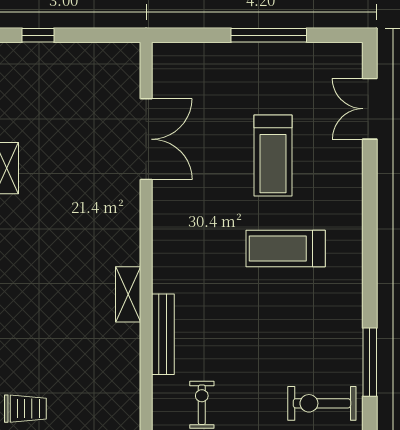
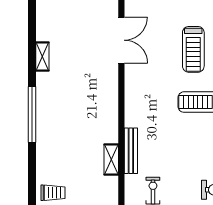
shelving: (128, 294) -> (111, 159), moved

